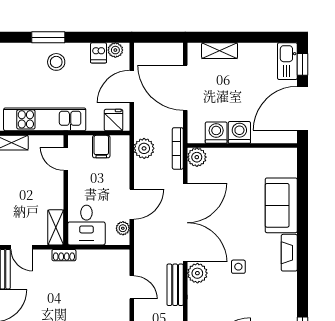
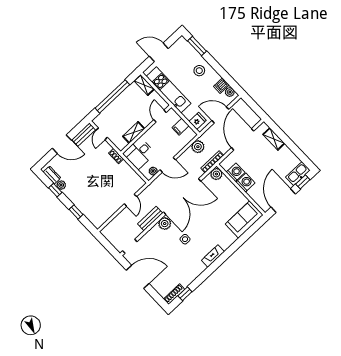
window: (48, 37) -> (197, 46), moved
door: (302, 108) -> (283, 201), hinge flipped
sofa: (281, 205) -> (244, 219), moved
shelving: (56, 227) -> (134, 132), moved

